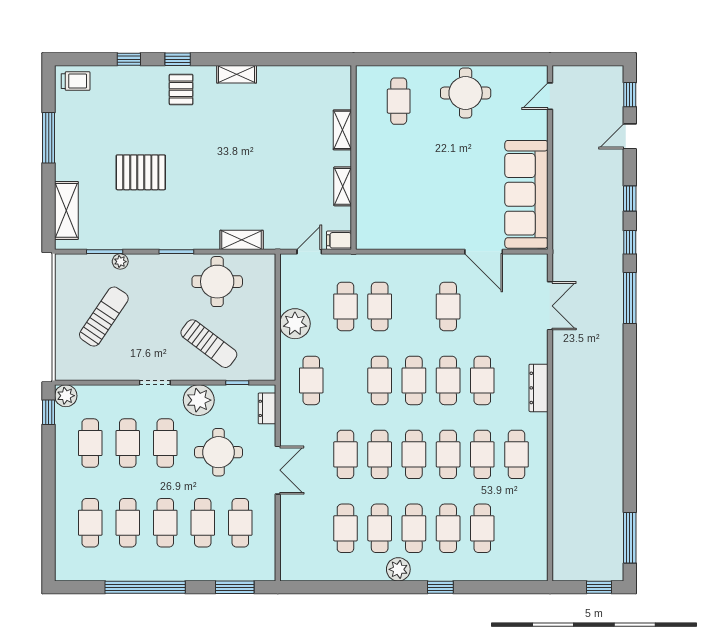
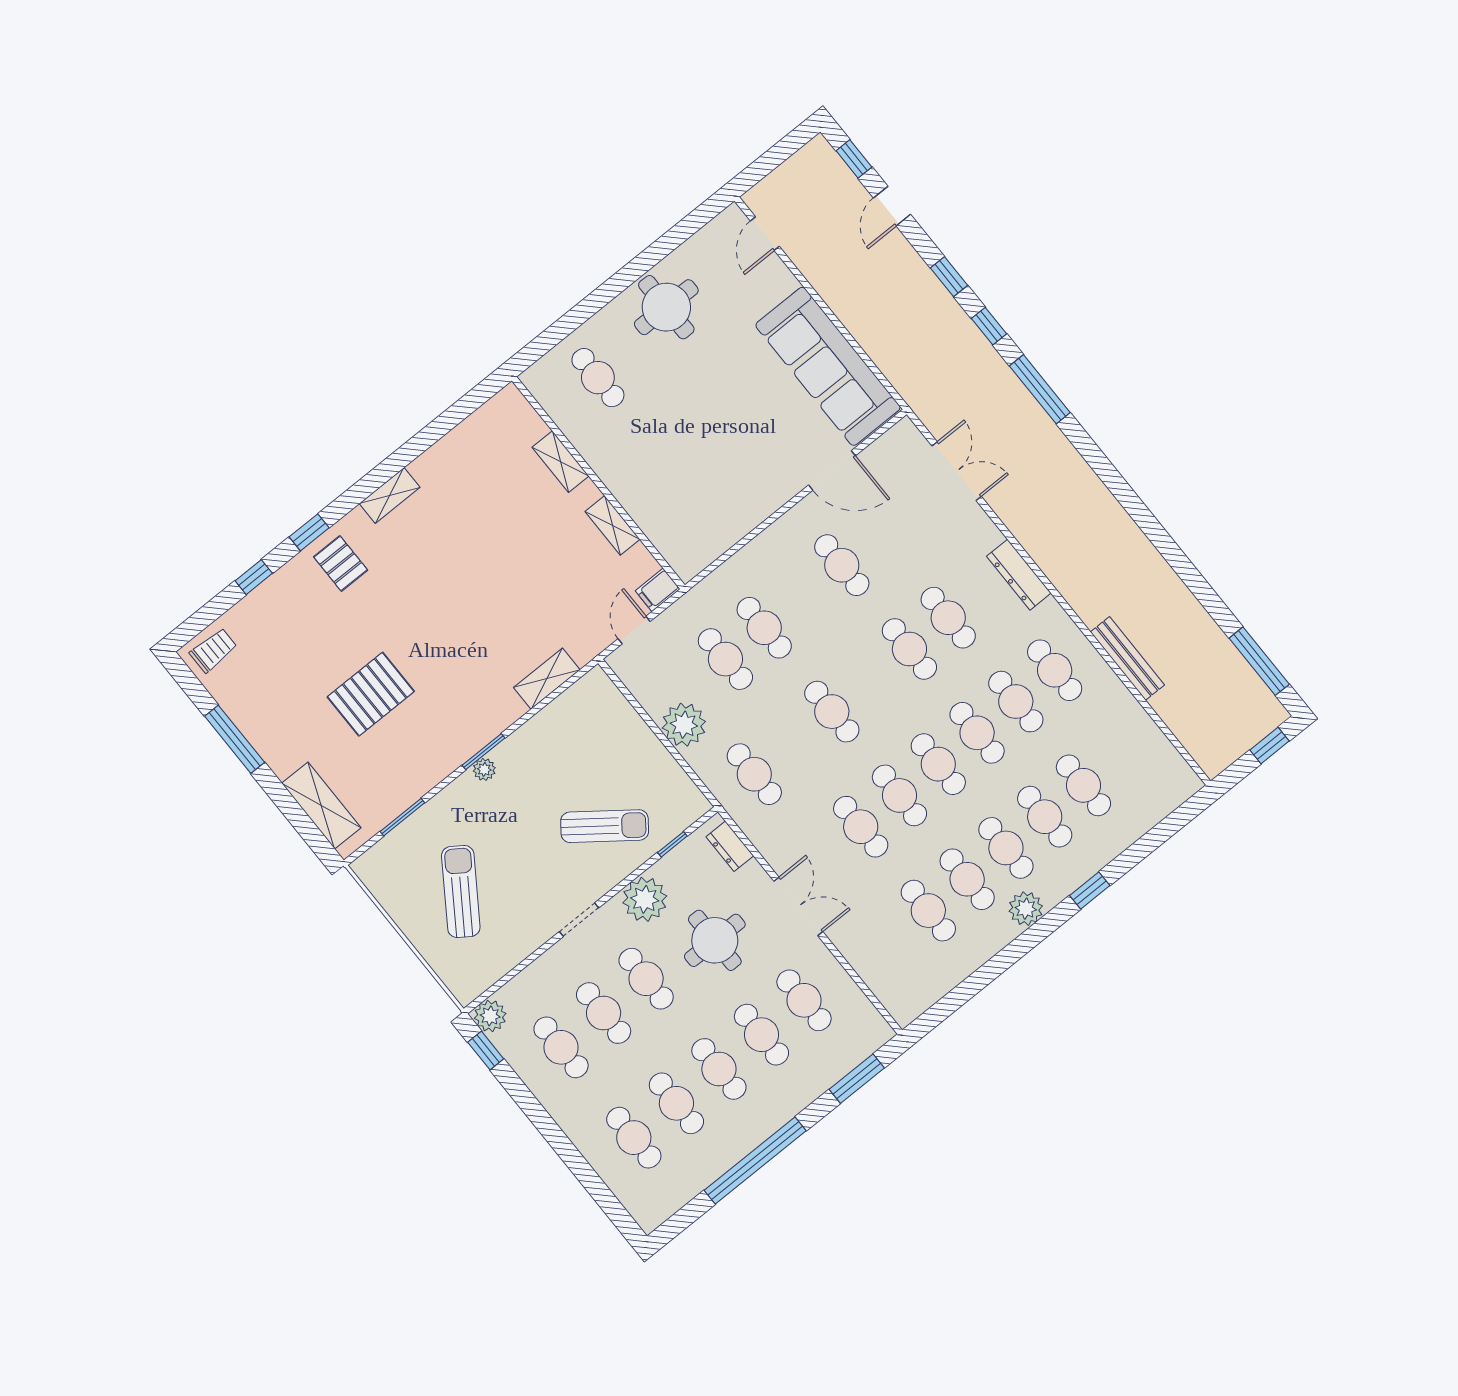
plant: (120, 262) -> (484, 769), moved
round table: (217, 282) -> (557, 748), removed
cafe table: (414, 380) -> (871, 680), removed
bench: (560, 479) -> (1127, 658), added

